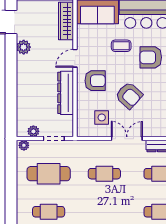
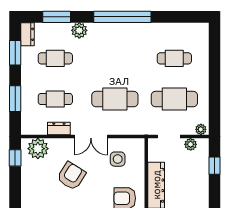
armchair: (129, 95) -> (71, 176), moved, turned 80
window: (11, 111) -> (214, 166), added
cafe table: (104, 174) -> (115, 99), width x1.37, depth x1.35

